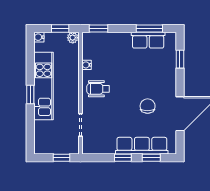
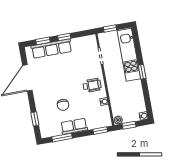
row of seats: (148, 40) -> (74, 126), moved
kitchen unit: (44, 86) -> (129, 55), moved
chair: (148, 106) -> (63, 105), moved

